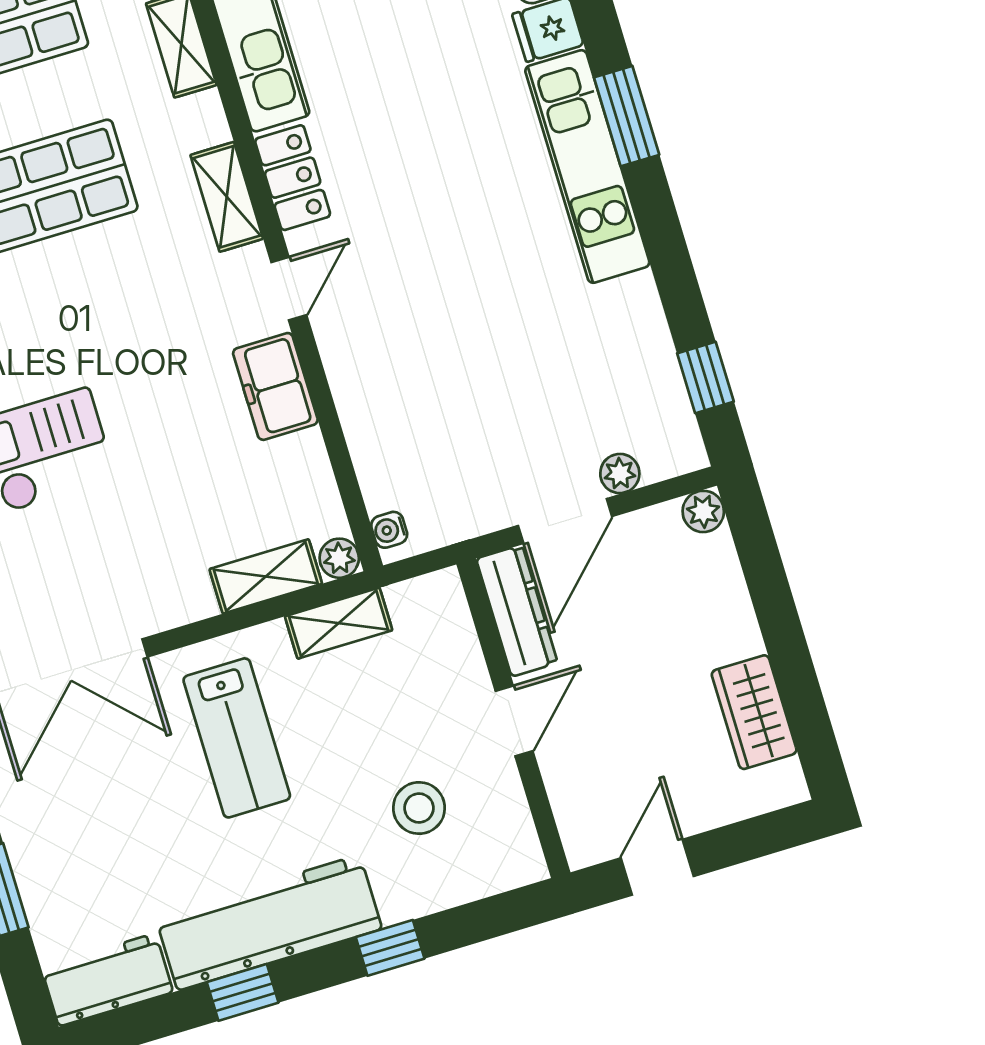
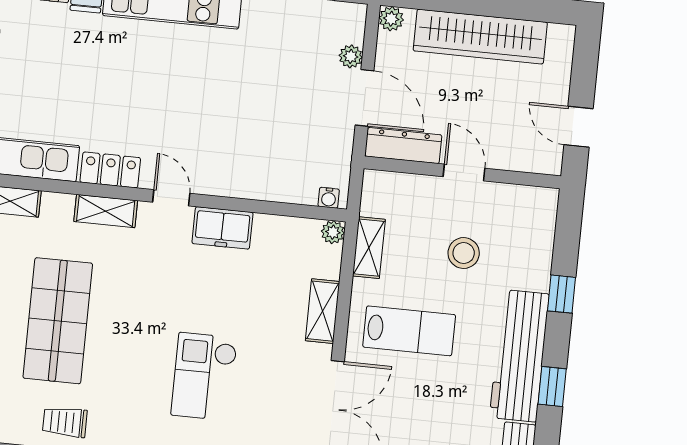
shelving: (266, 576) -> (323, 311), moved
wardrobe: (754, 712) -> (480, 37), width x2.10, depth x1.17
stool: (419, 808) -> (464, 253), moved

